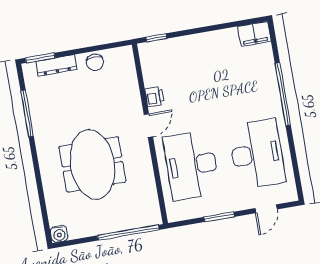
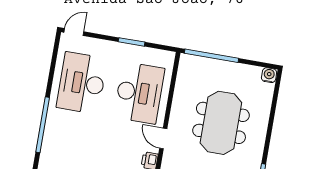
door: (148, 126) -> (163, 139), hinge flipped
door: (266, 209) -> (74, 32), moved

